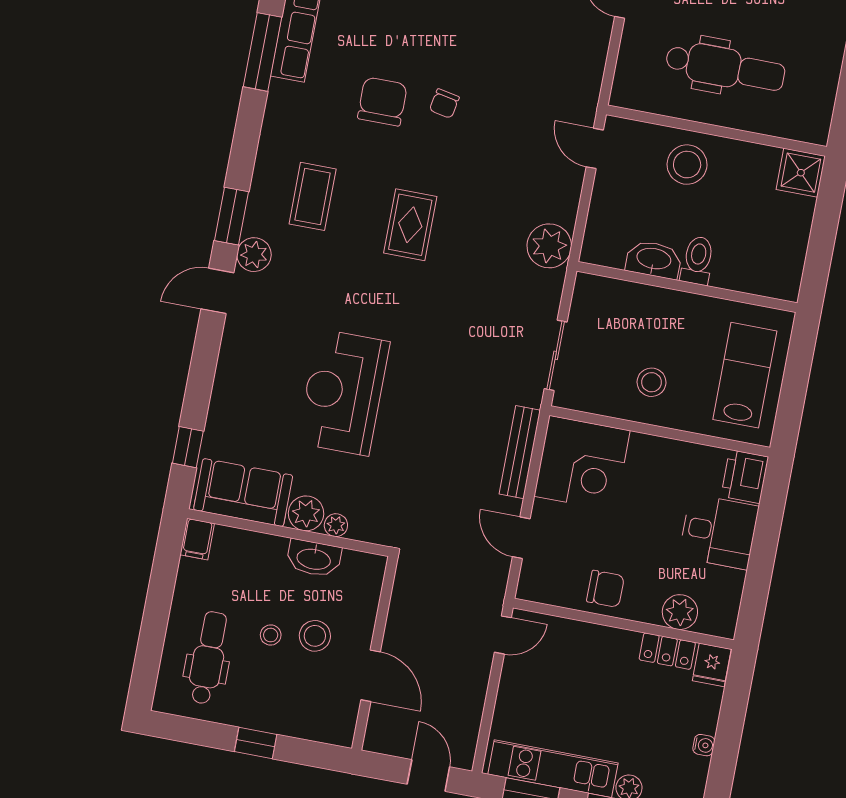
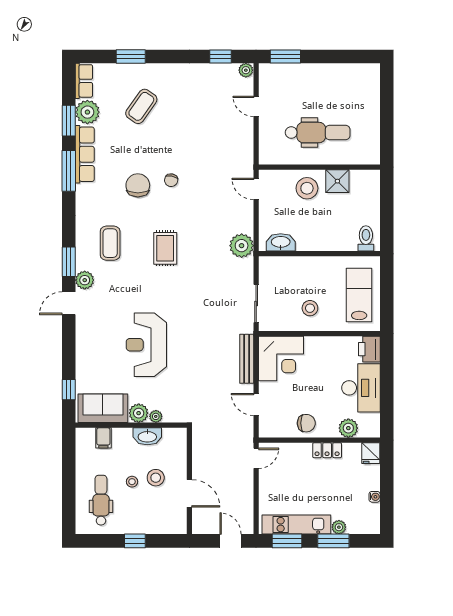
shower: (801, 173) -> (337, 181), moved
washbasin: (654, 260) -> (281, 242), moved
toilet: (697, 260) -> (366, 238), moved
desk: (719, 532) -> (361, 388), width x1.37
filing cabinet: (197, 539) -> (103, 438), moved
locker: (667, 651) -> (327, 450), moved

